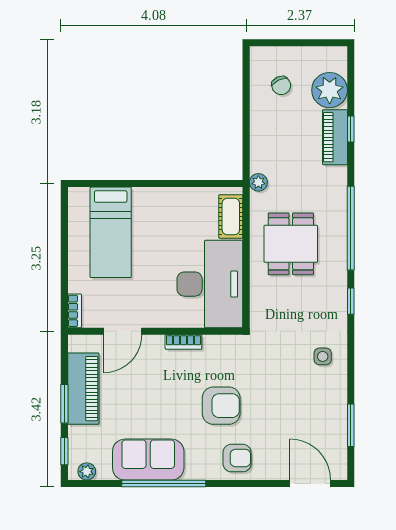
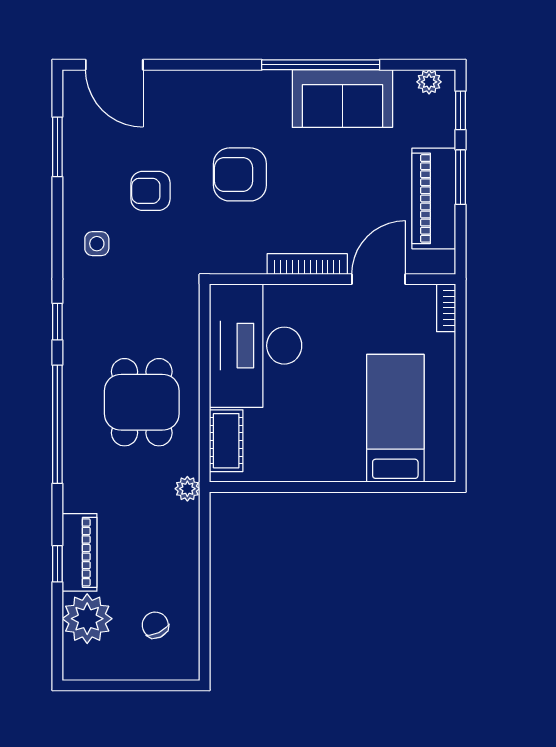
bookcase: (183, 342) -> (307, 264), width x1.56
armchair: (237, 458) -> (150, 191), moved

